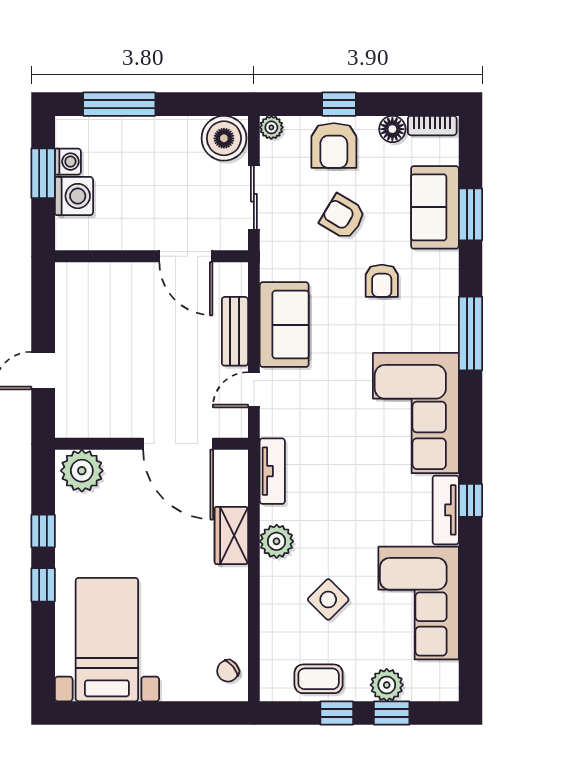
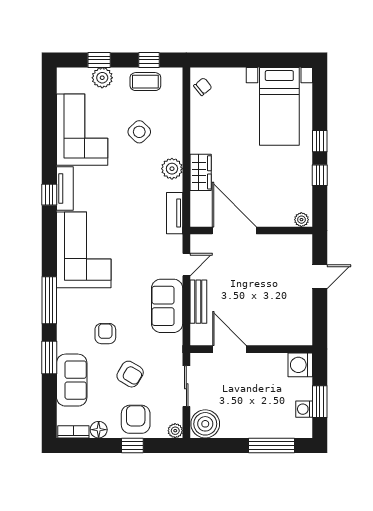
washing machine: (74, 196) -> (300, 365), moved
window: (470, 214) -> (49, 357), moved
plant: (82, 471) -> (301, 220), width x0.53, depth x0.53
window: (337, 713) -> (149, 60), moved

